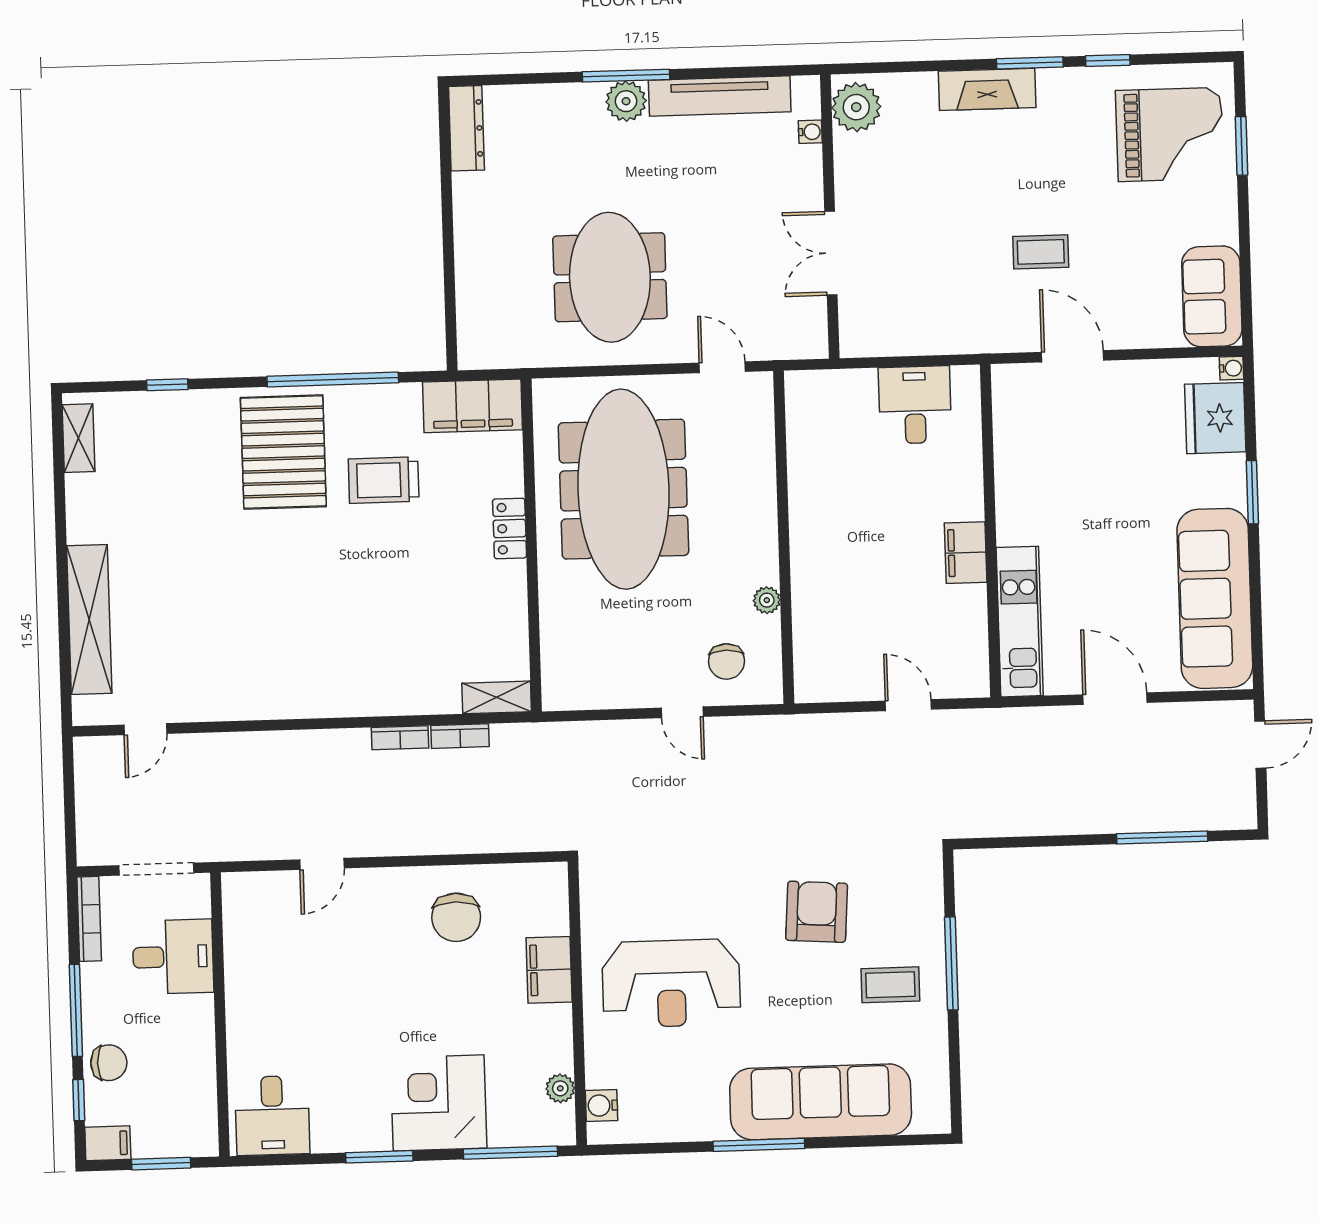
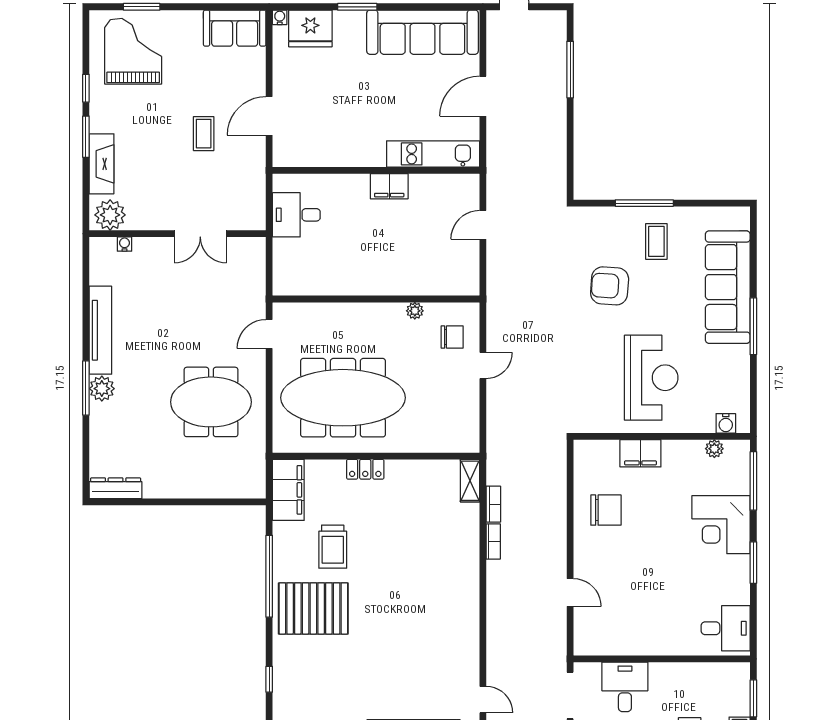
plant: (856, 107) -> (110, 215), moved
water cooler: (810, 132) -> (124, 244), moved
wall: (830, 217) -> (178, 234), moved
double door: (831, 253) -> (200, 234), moved

